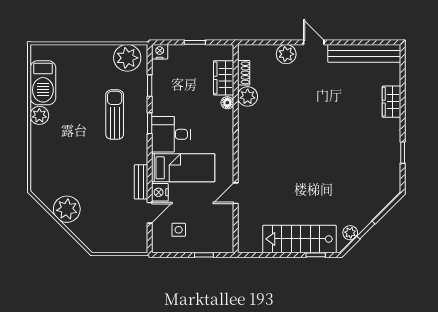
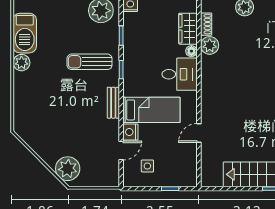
sun lounger: (115, 115) -> (90, 62), turned -90
desk: (171, 134) -> (180, 74), moved, turned 180
bench: (141, 182) -> (113, 103), moved
plant: (67, 209) -> (68, 169), moved

